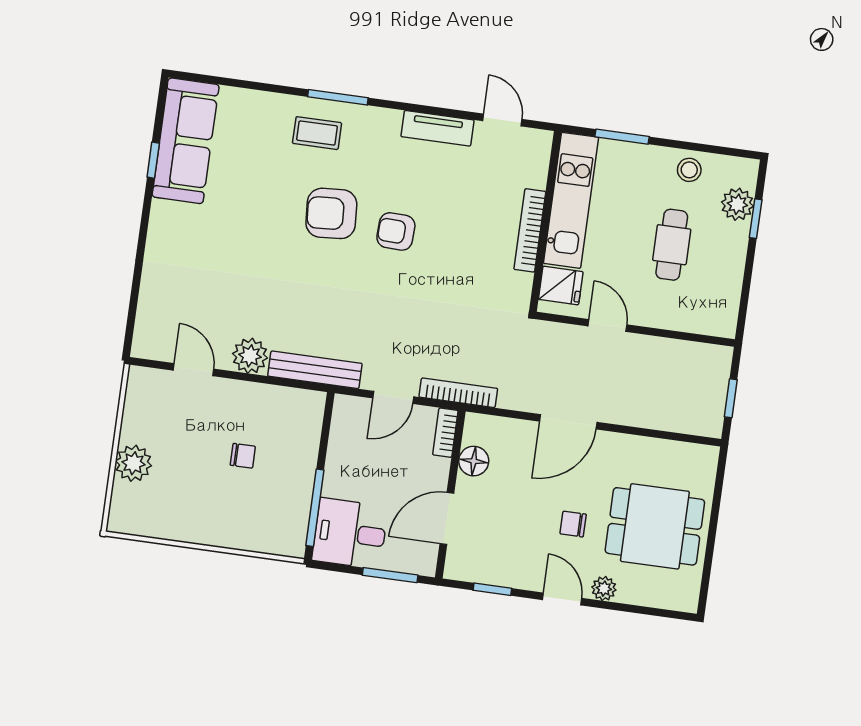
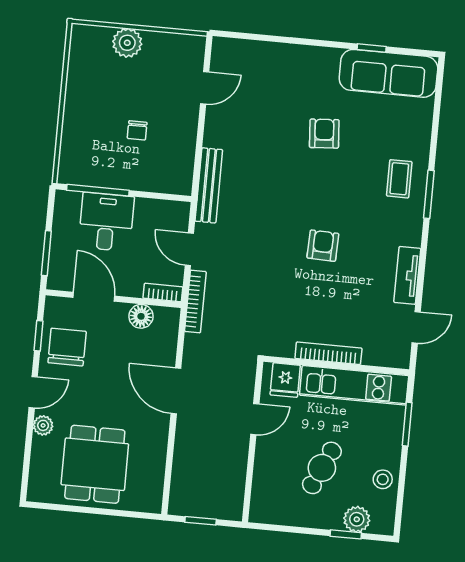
armchair: (331, 213) -> (324, 134), moved, width x0.72, depth x0.72
cafe table: (672, 245) -> (322, 468), turned -65
plant: (250, 356) -> (218, 133), removed
chair: (573, 524) -> (67, 347), moved, width x1.87, depth x1.87
desk: (350, 533) -> (106, 222), moved

